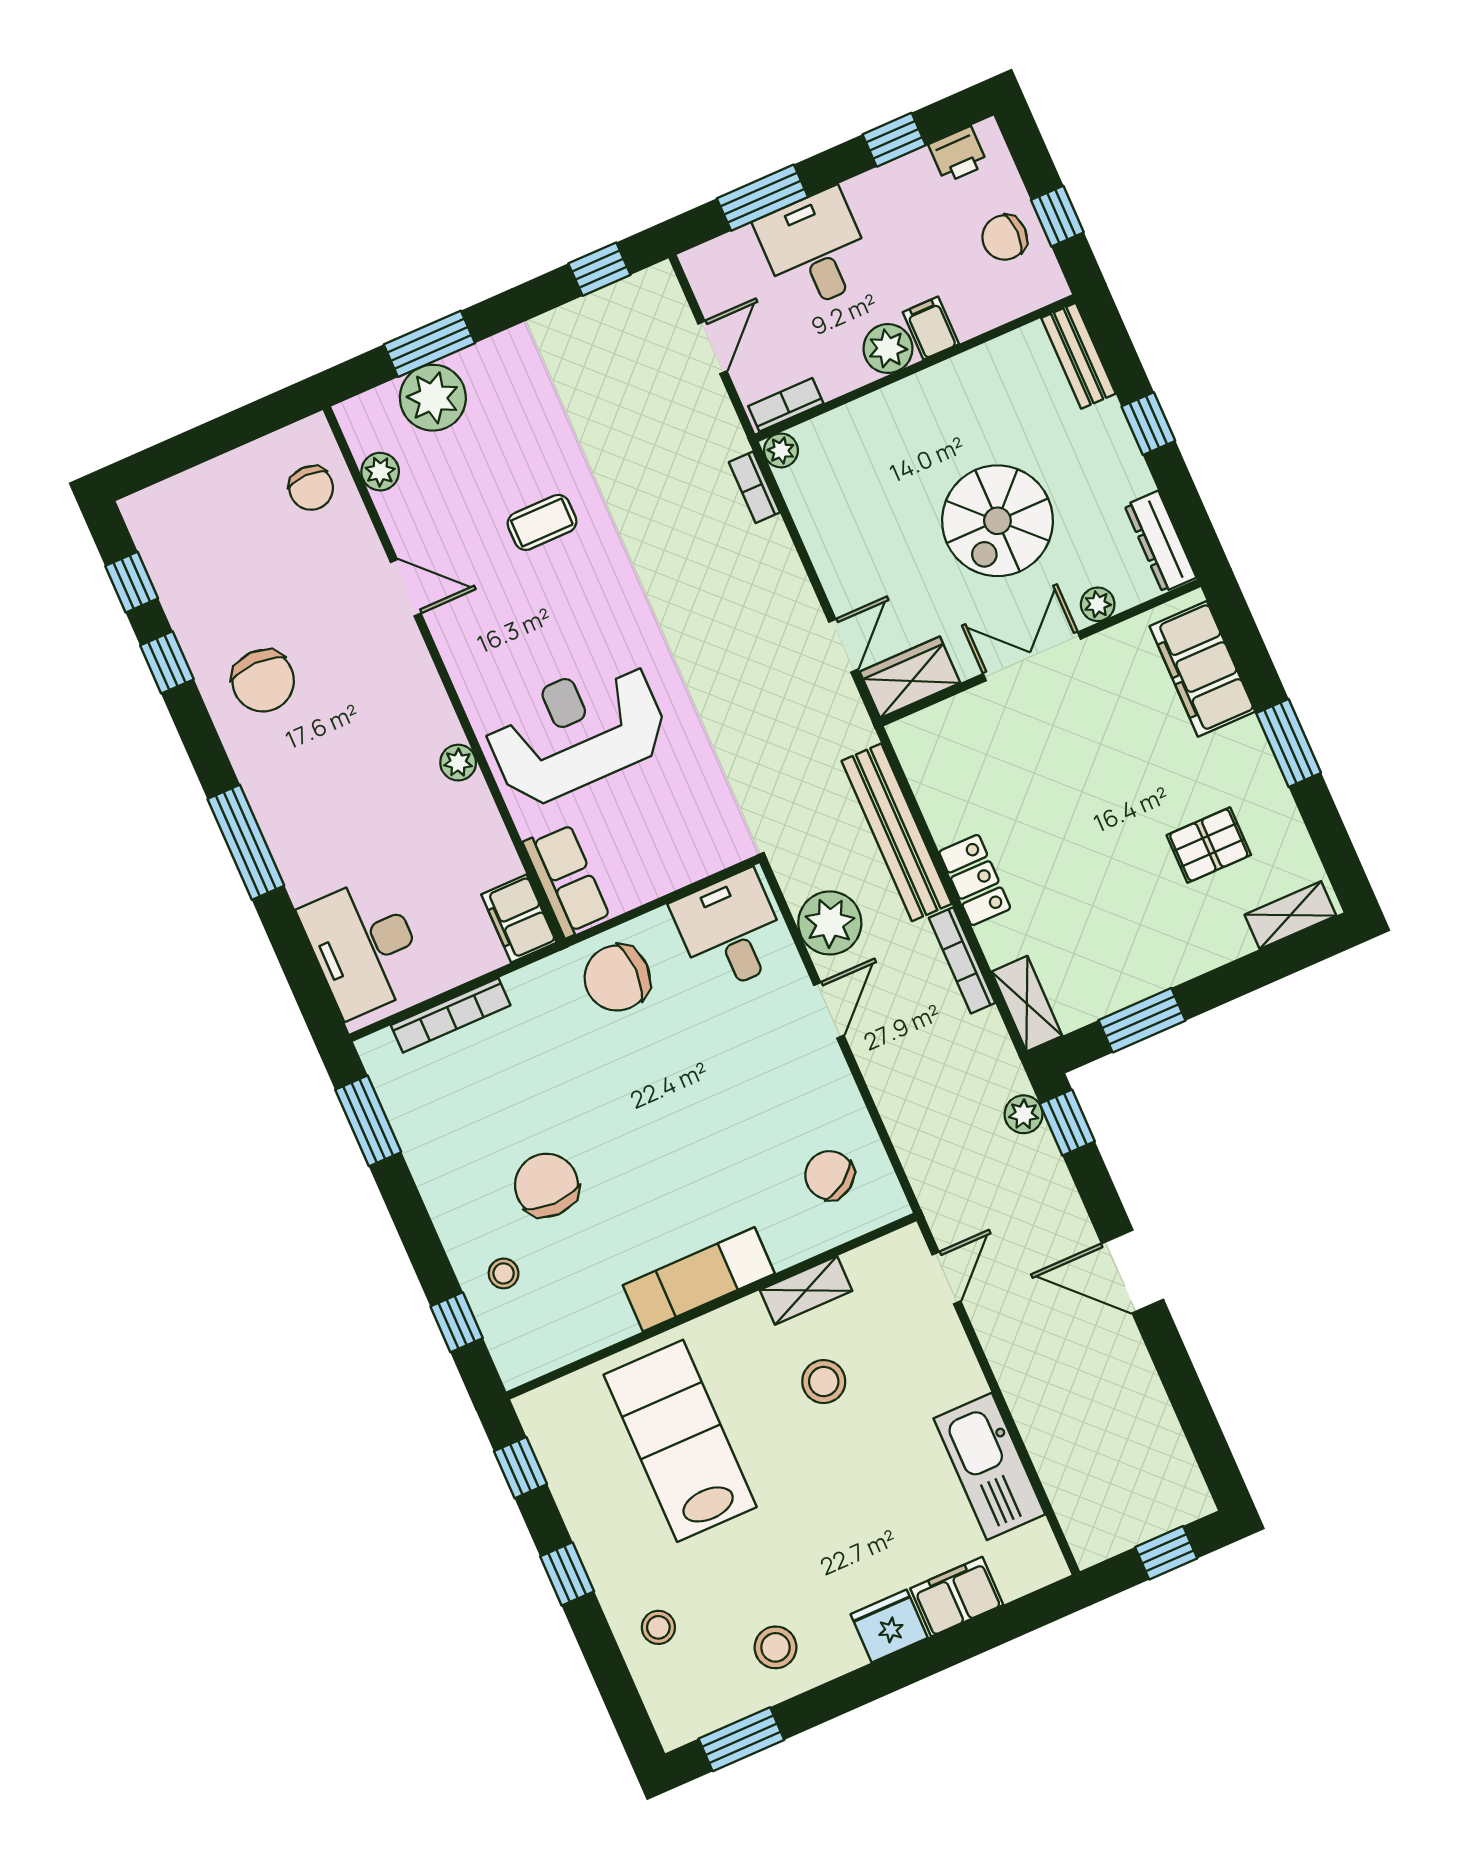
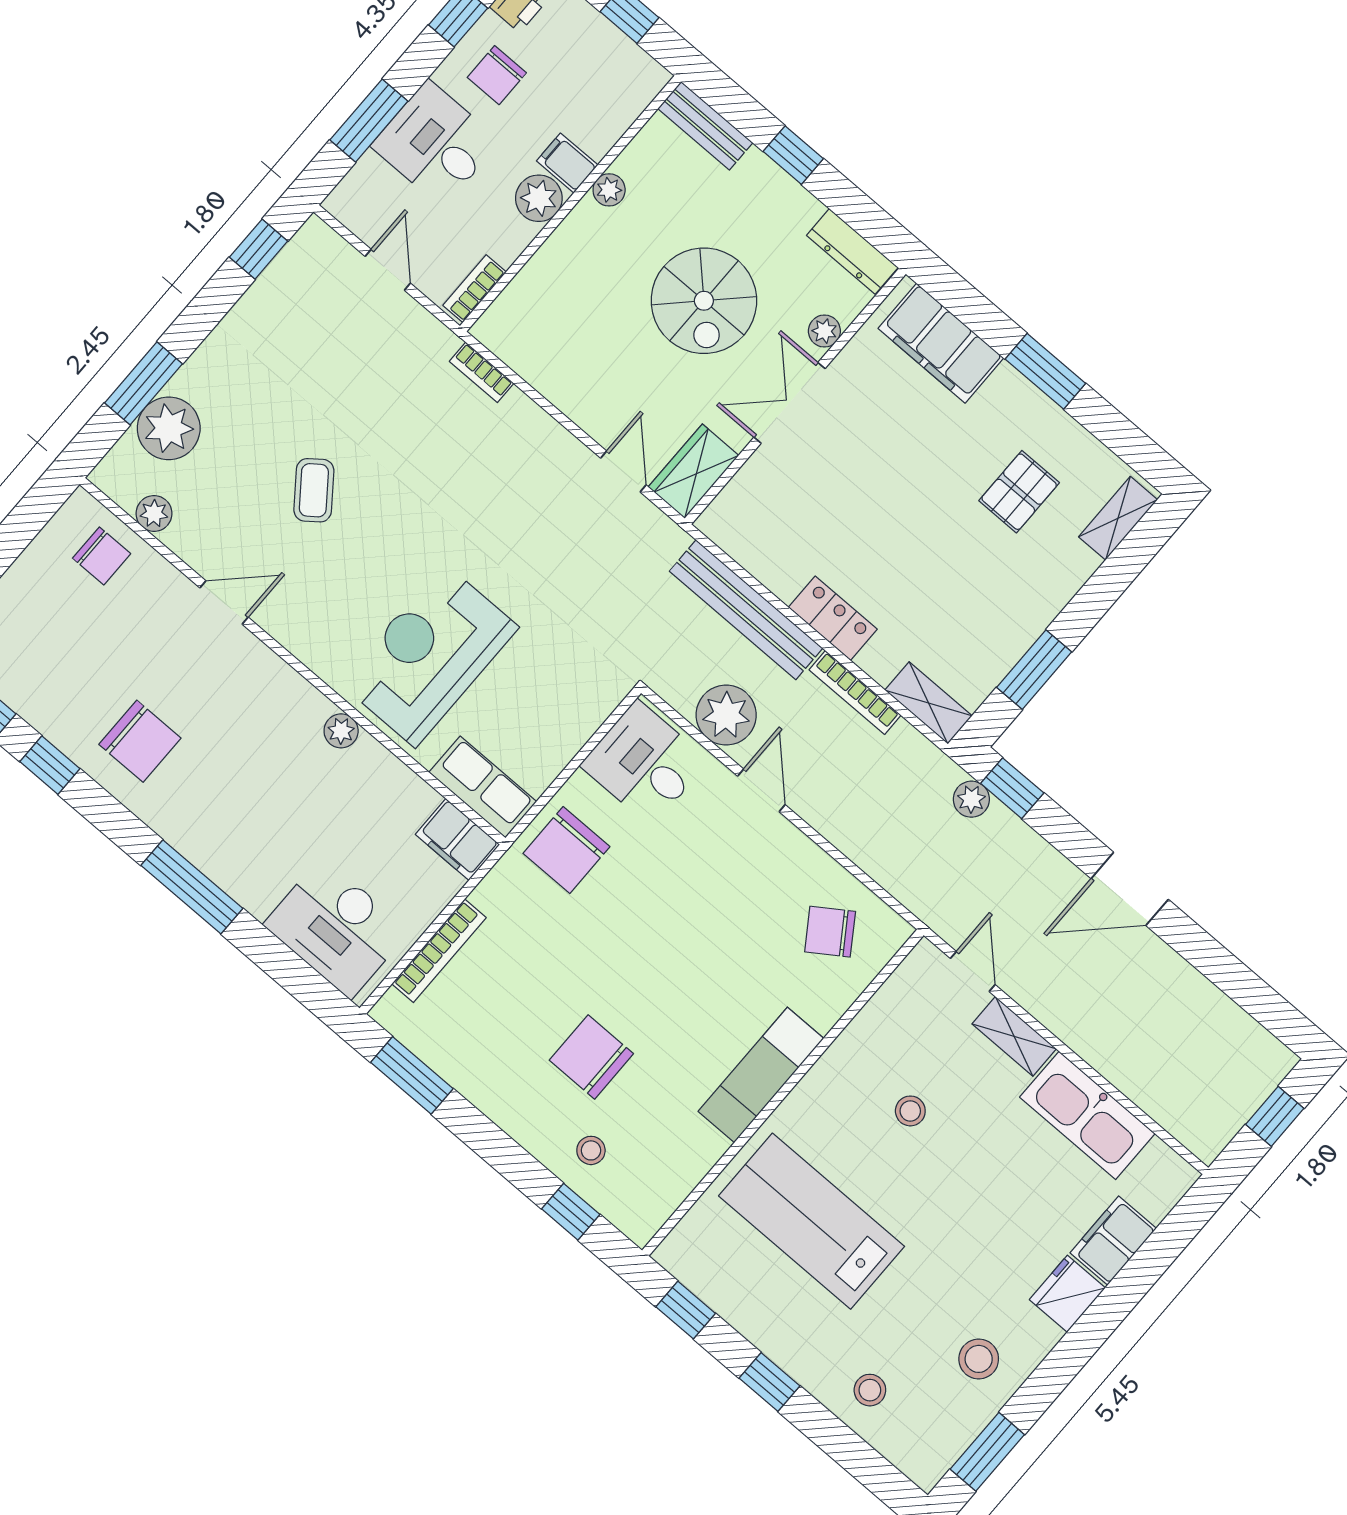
chair: (1005, 237) -> (497, 75), moved
plant: (781, 450) -> (609, 190), moved
coffee table: (542, 522) -> (314, 490), turned -37
shelving: (806, 1290) -> (1014, 1036), moved, turned 90
stool: (824, 1382) -> (910, 1111), width x0.73, depth x0.73

